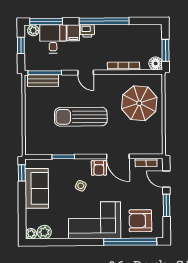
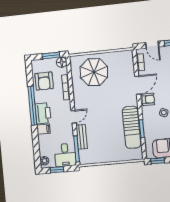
window: (46, 22) -> (37, 151), removed
printer: (87, 31) -> (43, 113), width x1.87, depth x1.48
desk: (53, 39) -> (65, 155), moved, turned -90
armchair: (134, 39) -> (44, 81), added
bench: (43, 81) -> (82, 137), moved
sun lounger: (81, 117) -> (132, 127), moved
door: (166, 179) -> (152, 45), hinge flipped

